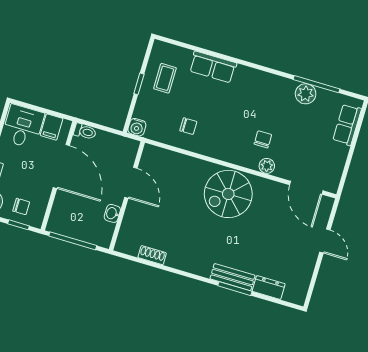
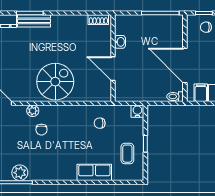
door: (131, 183) -> (113, 69), moved
wall: (127, 196) -> (113, 58), moved
washbasin: (112, 213) -> (120, 42), moved

